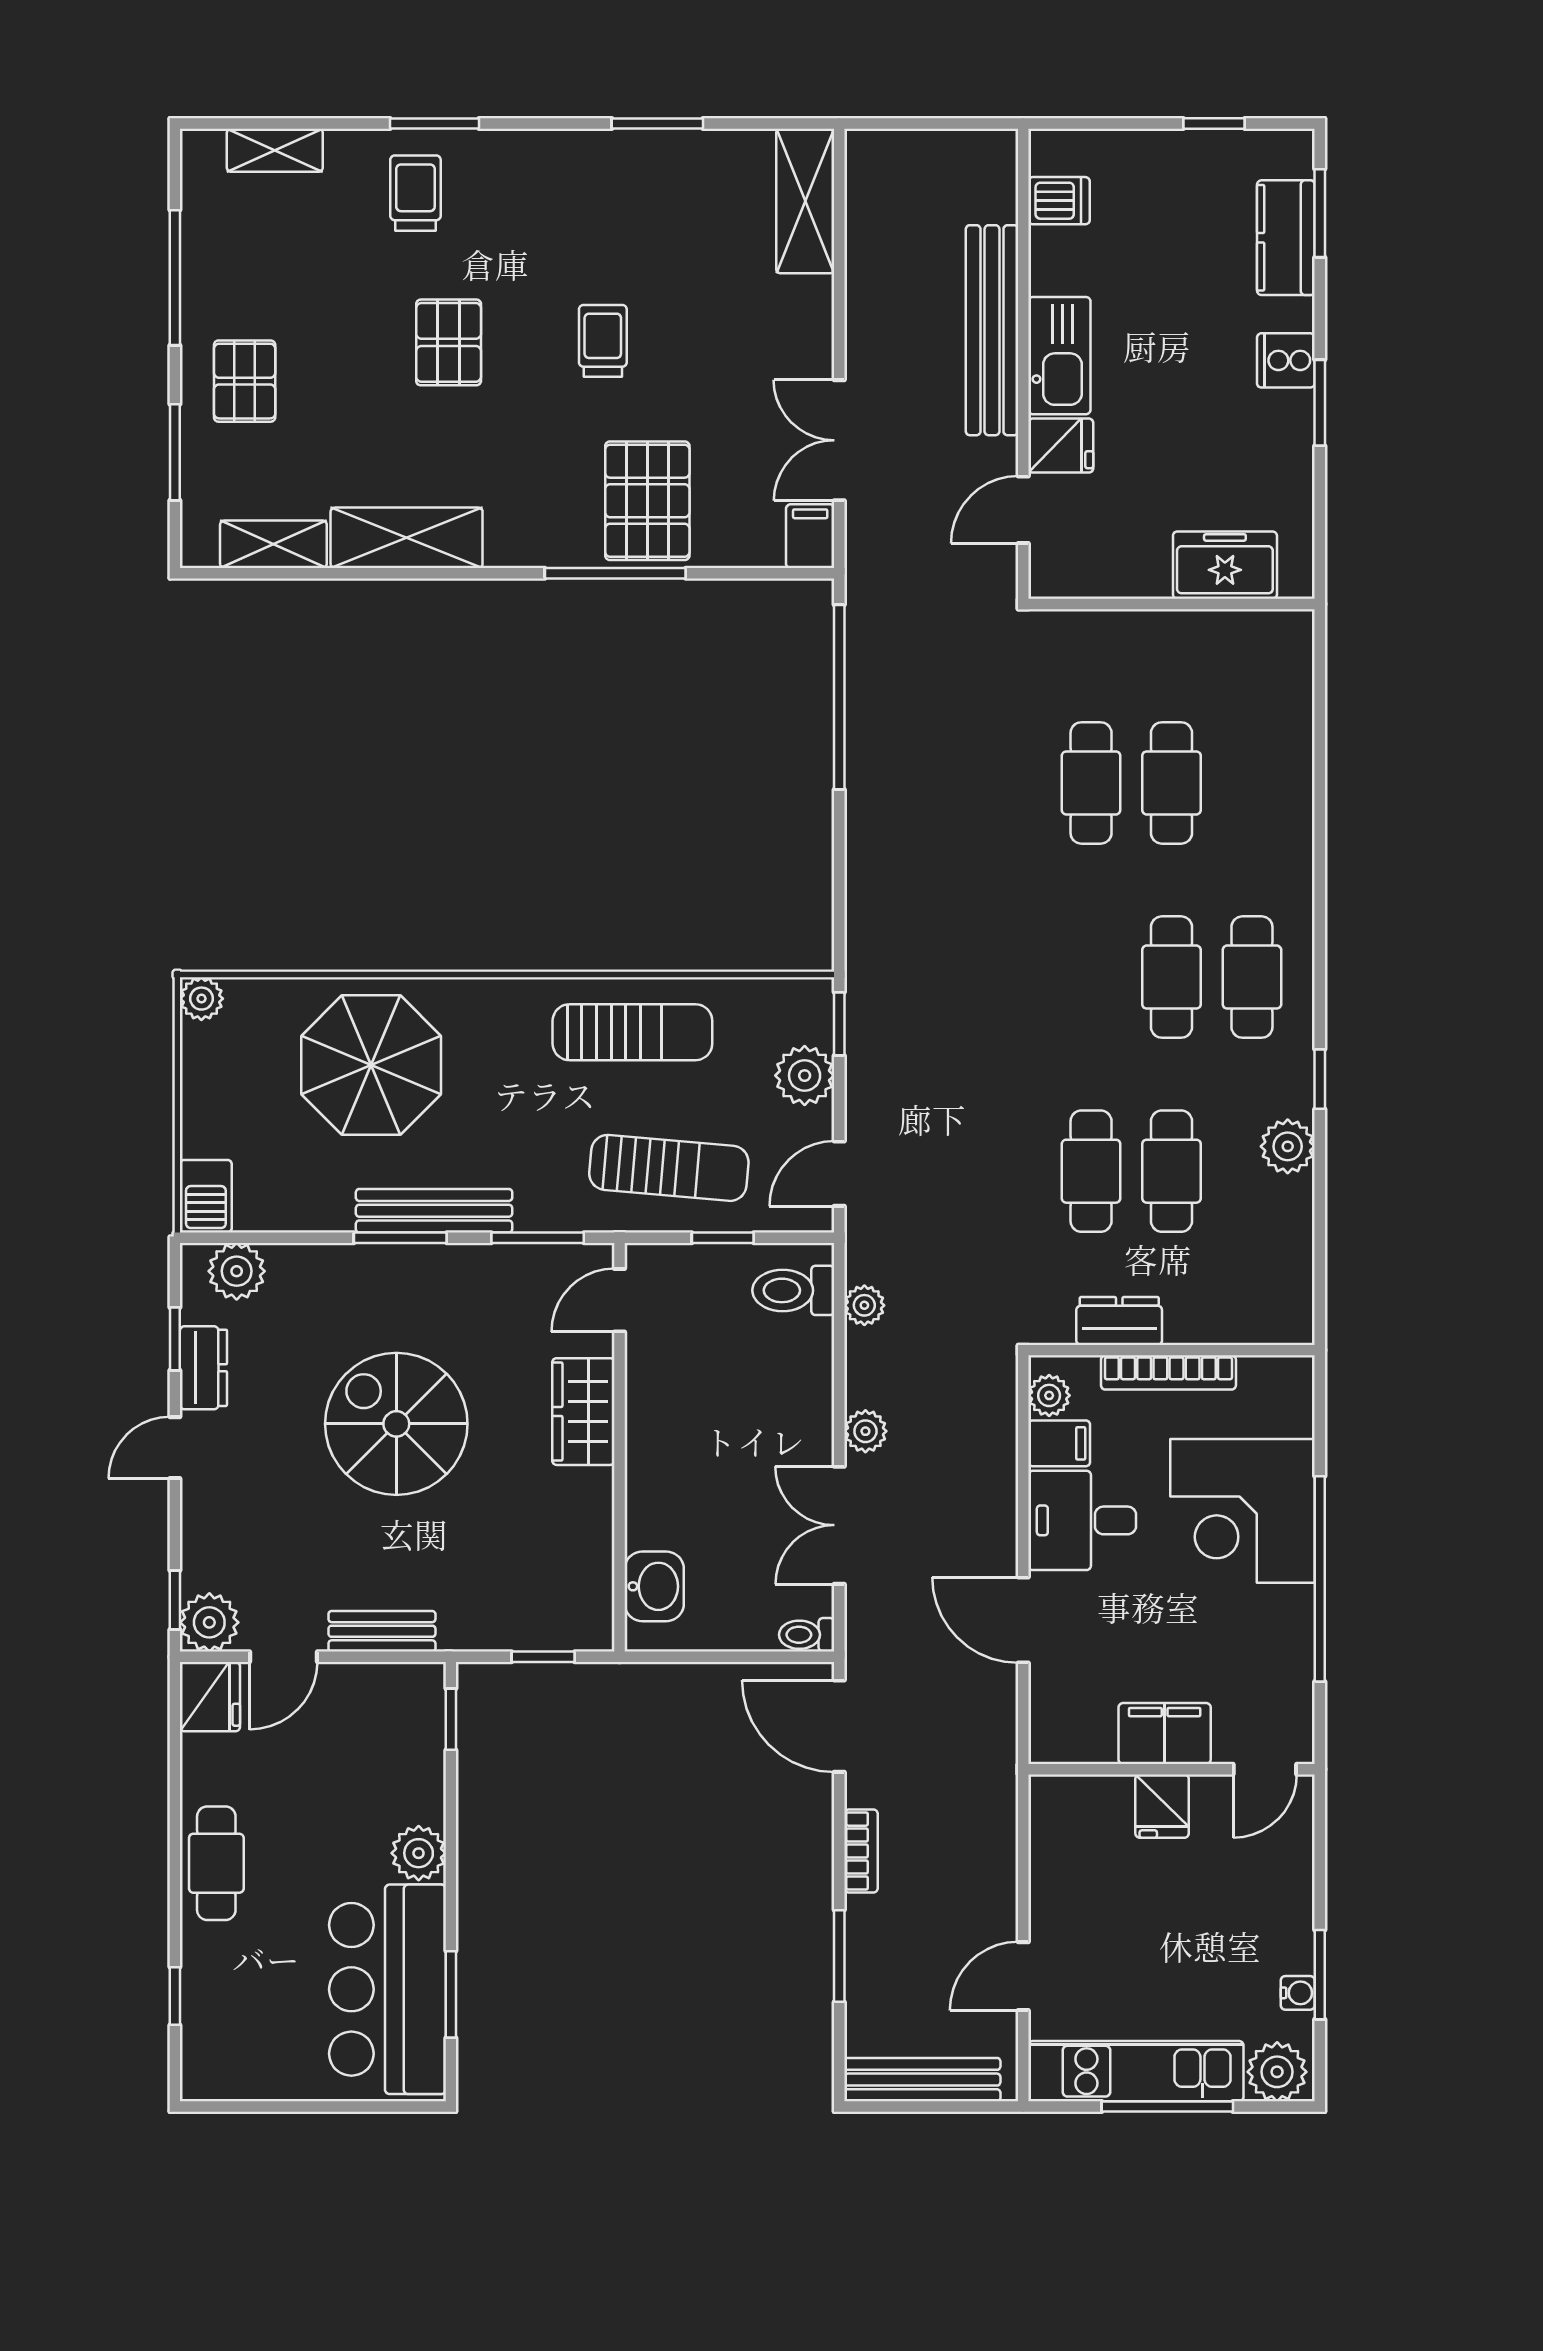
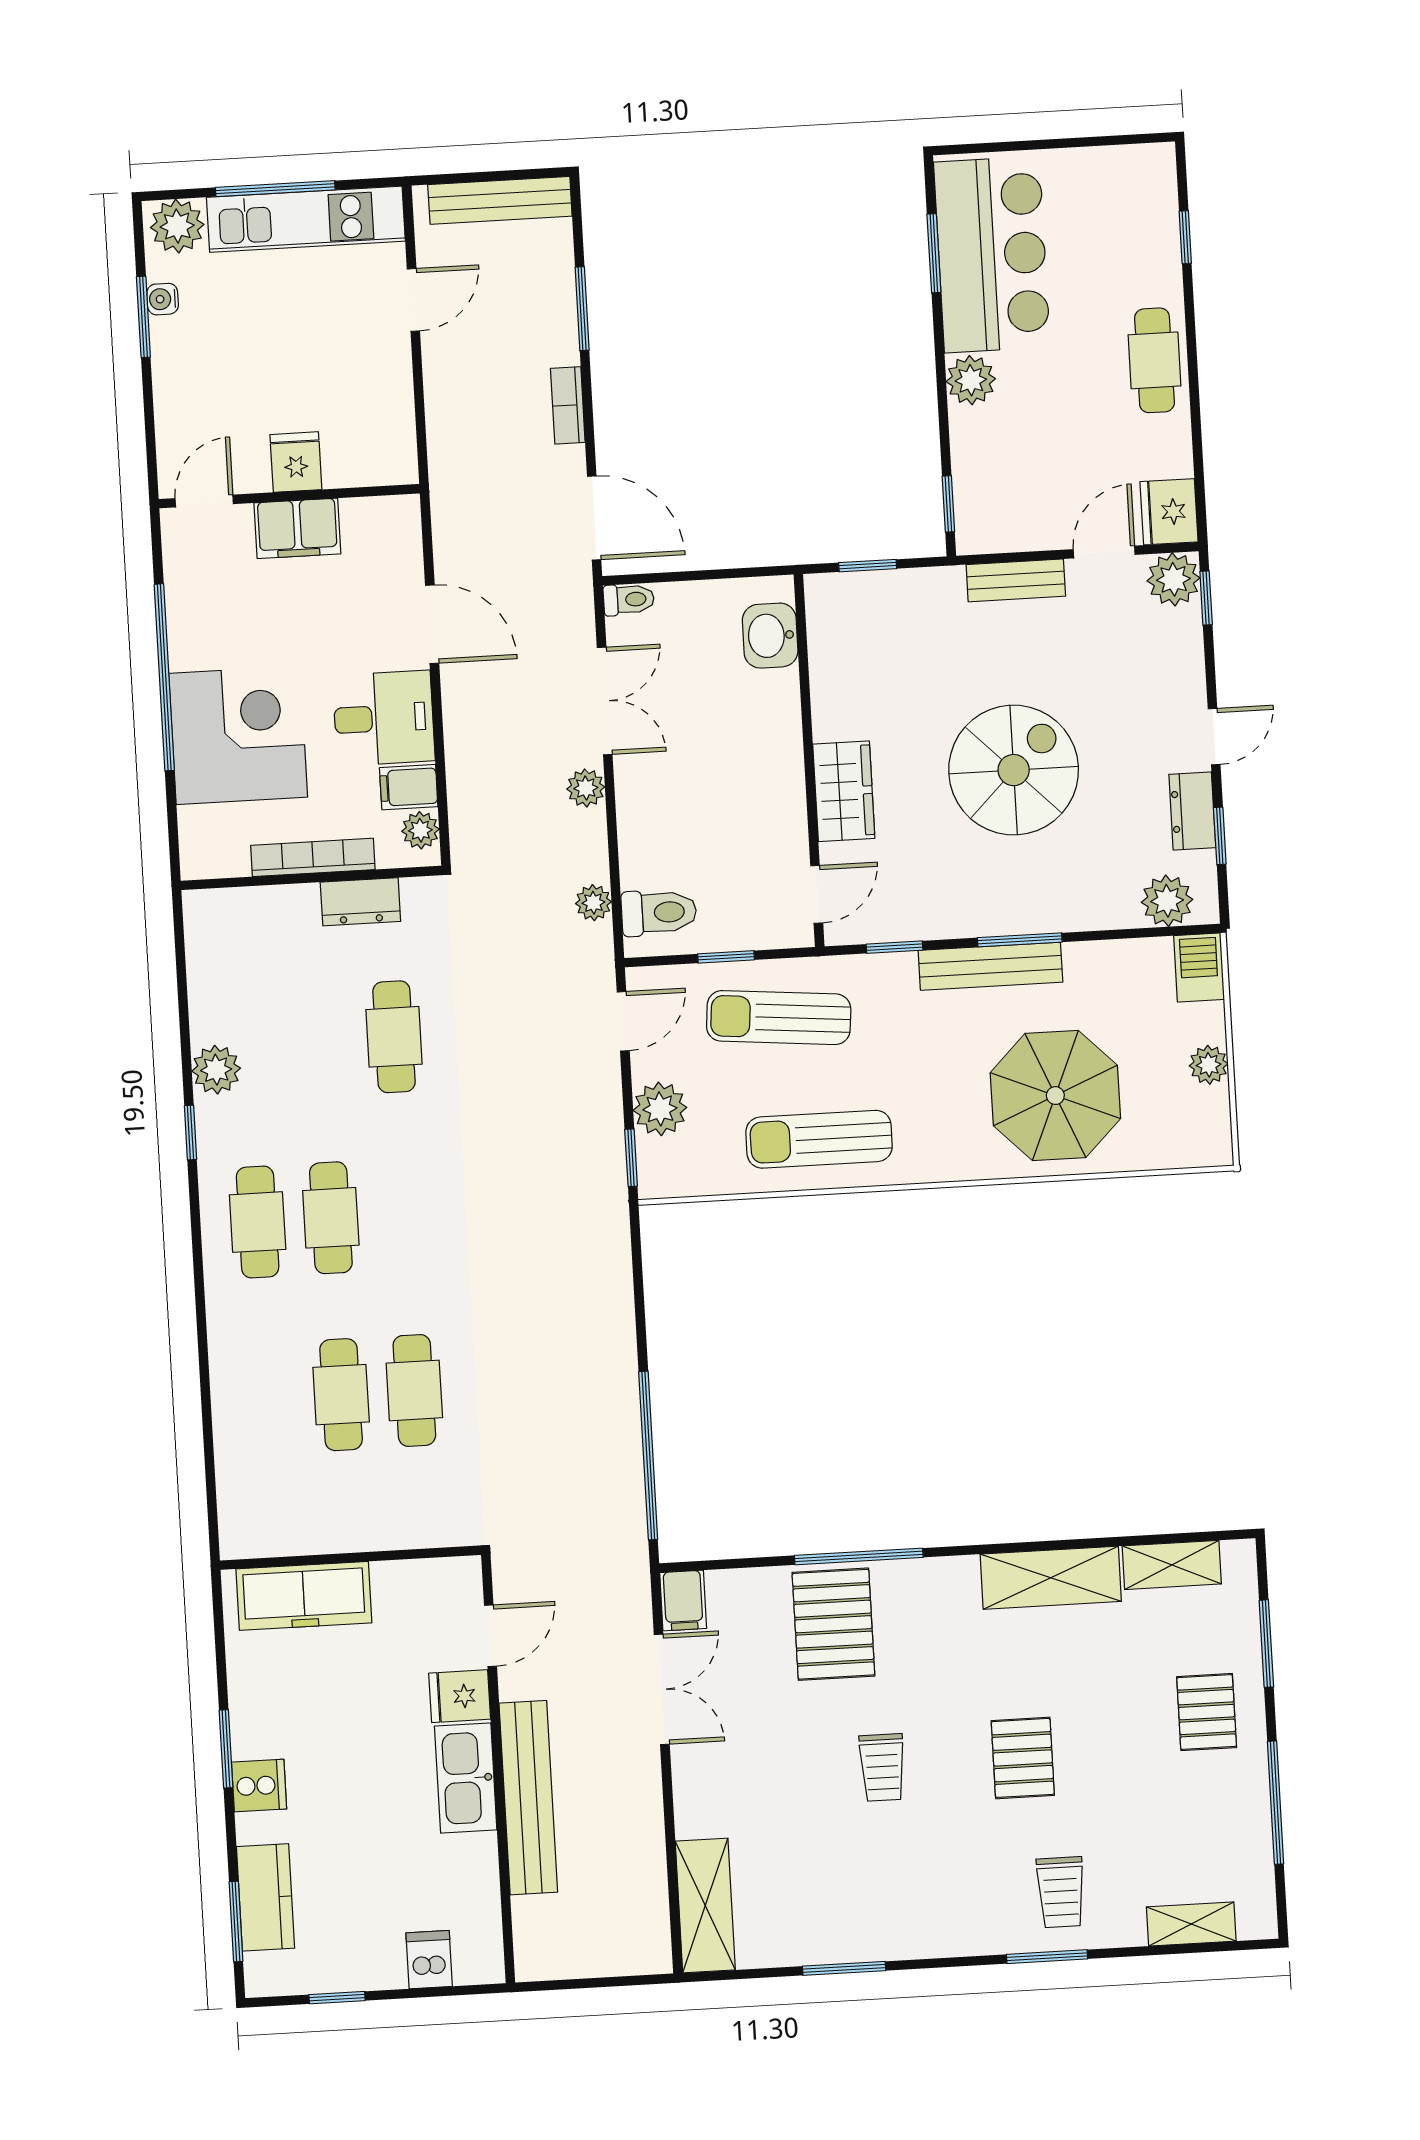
dishwasher: (1059, 201) -> (429, 1960), moved, turned 90
freezer: (1225, 565) -> (304, 1596), width x1.40
plant: (201, 999) -> (1209, 1065), moved
cafe table: (1171, 1171) -> (321, 1041), removed
window: (538, 1238) -> (895, 947), width x0.67
spiral stairs: (396, 1424) -> (1014, 770), turned -90

